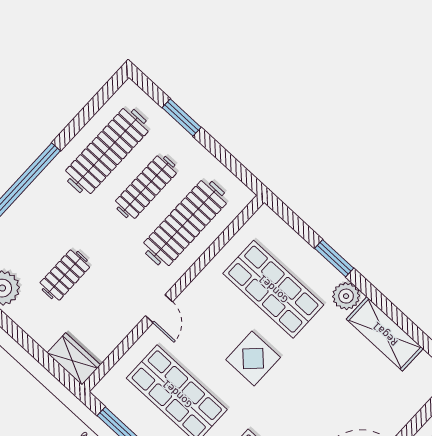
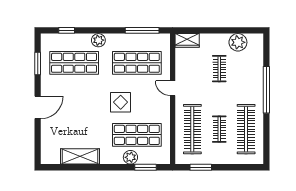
window: (182, 118) -> (201, 167), moved
clothes rail: (146, 187) -> (219, 129), width x0.73
window: (334, 258) -> (146, 167), moved
plant: (346, 296) -> (130, 157), moved

